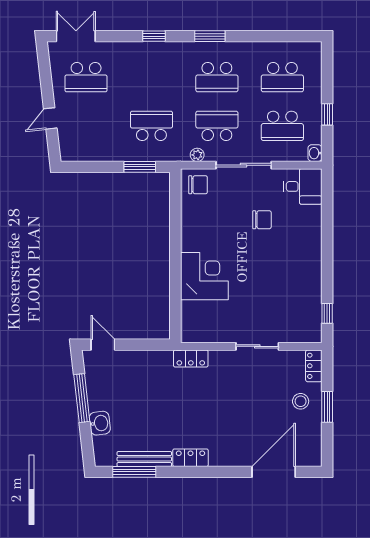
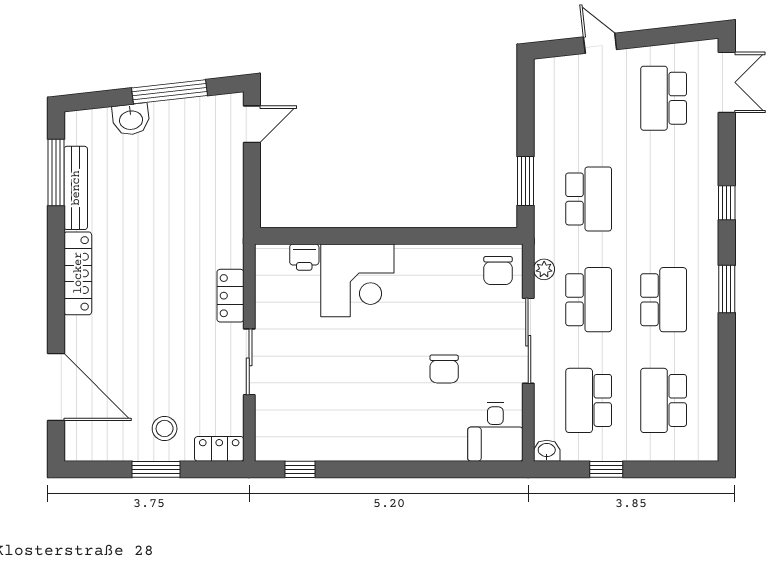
school desk: (217, 77) -> (664, 300), turned 180
printer: (189, 311) -> (304, 257), added
locker: (191, 359) -> (230, 296), moved
locker: (191, 458) -> (78, 273), width x1.53

